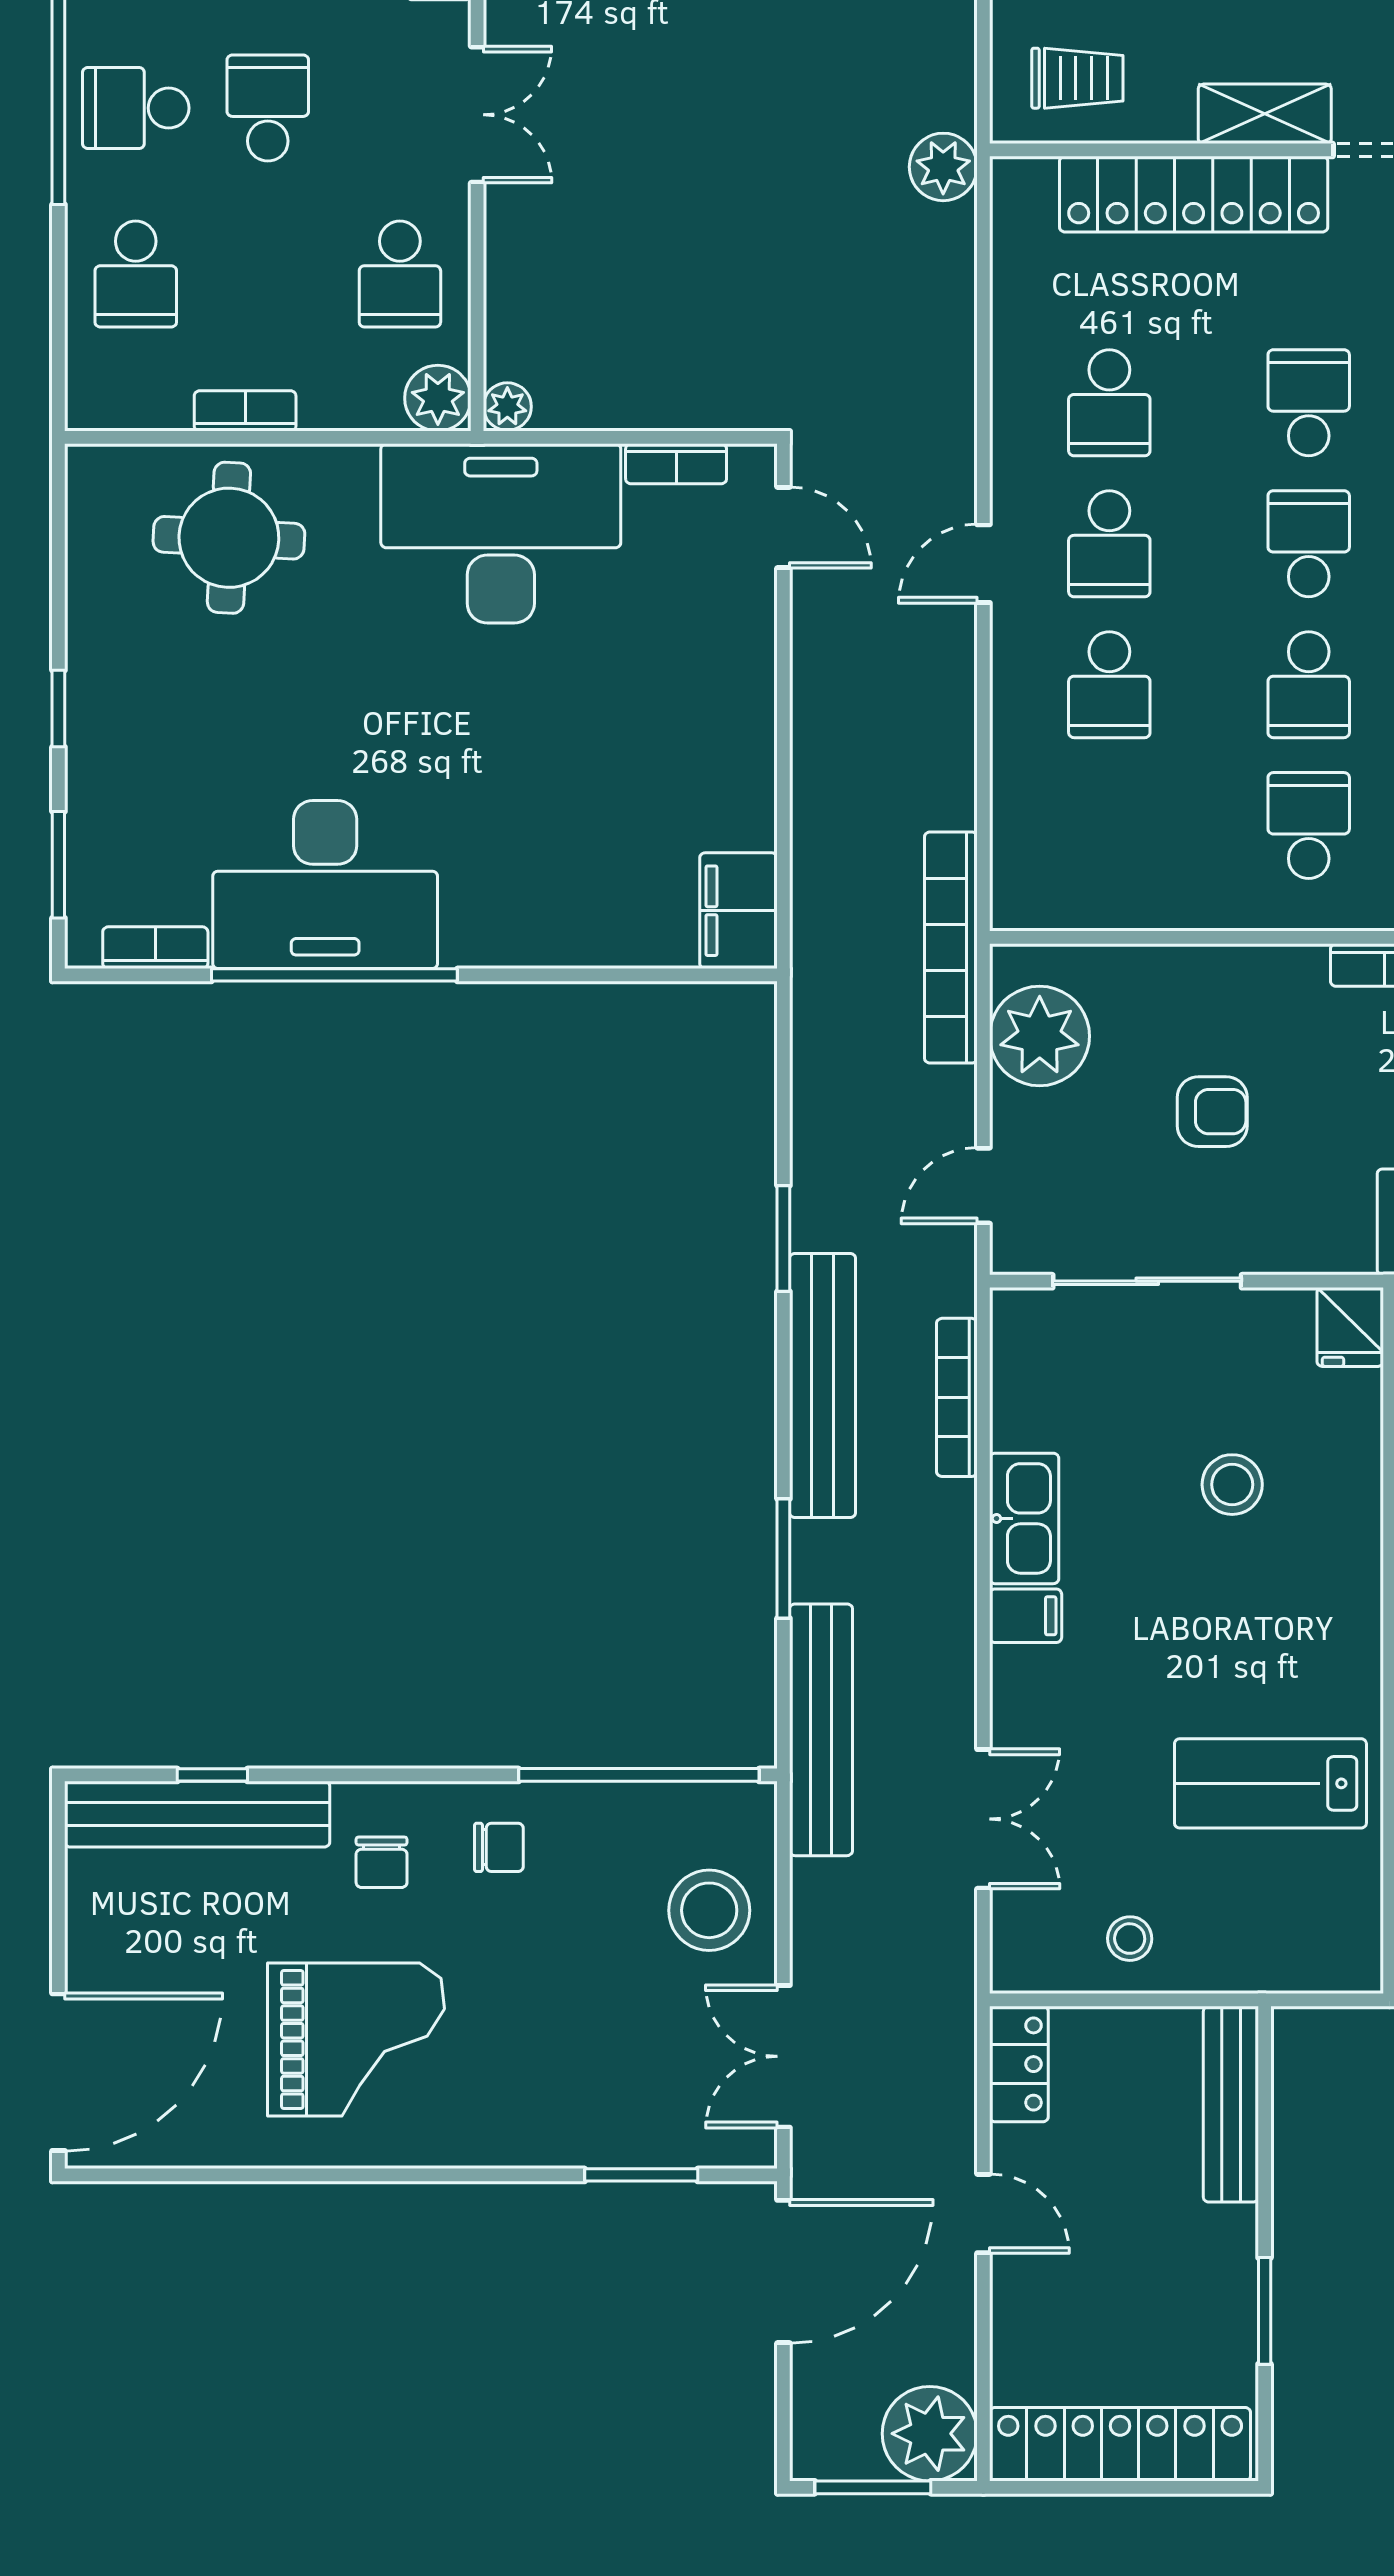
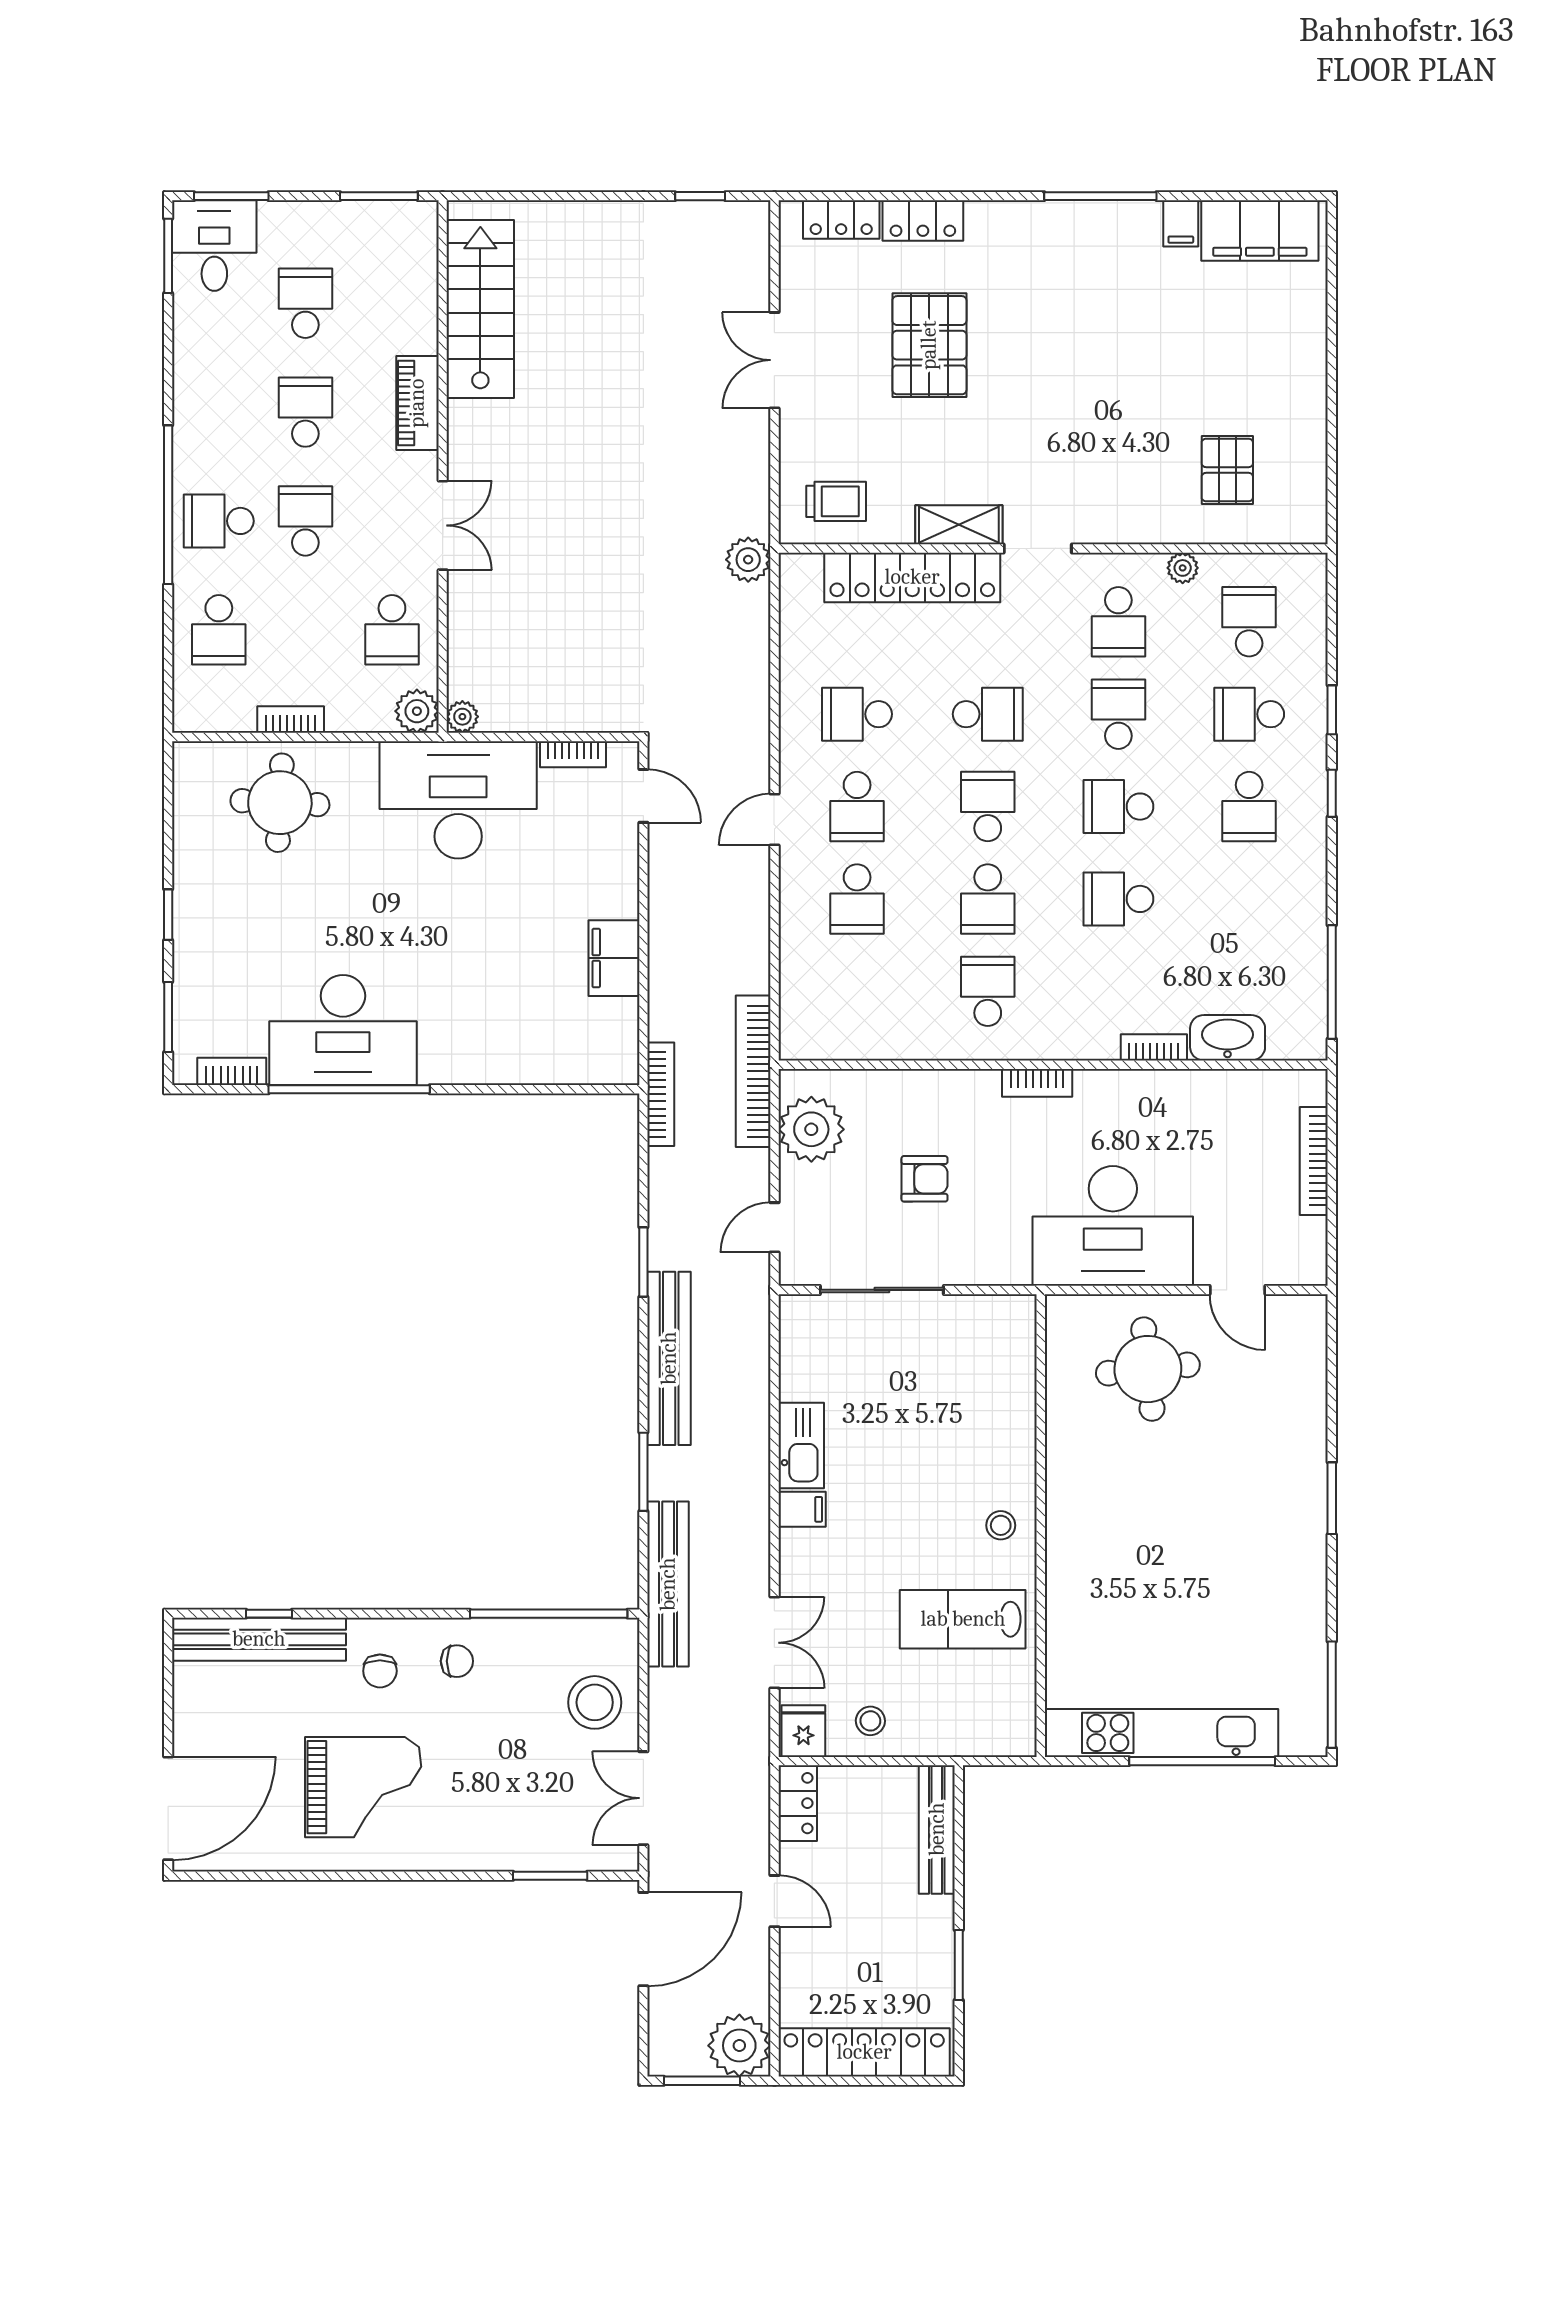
school desk: (1109, 403) -> (857, 714), turned 90
school desk: (1309, 403) -> (988, 714), turned 90
filing cabinet: (738, 911) -> (614, 958), moved
fridge: (1350, 1327) -> (803, 1731), moved, turned 180
bookcase: (957, 1397) -> (661, 1094), moved, turned 180
stool: (1232, 1485) -> (1001, 1525), moved, width x0.73, depth x0.73

